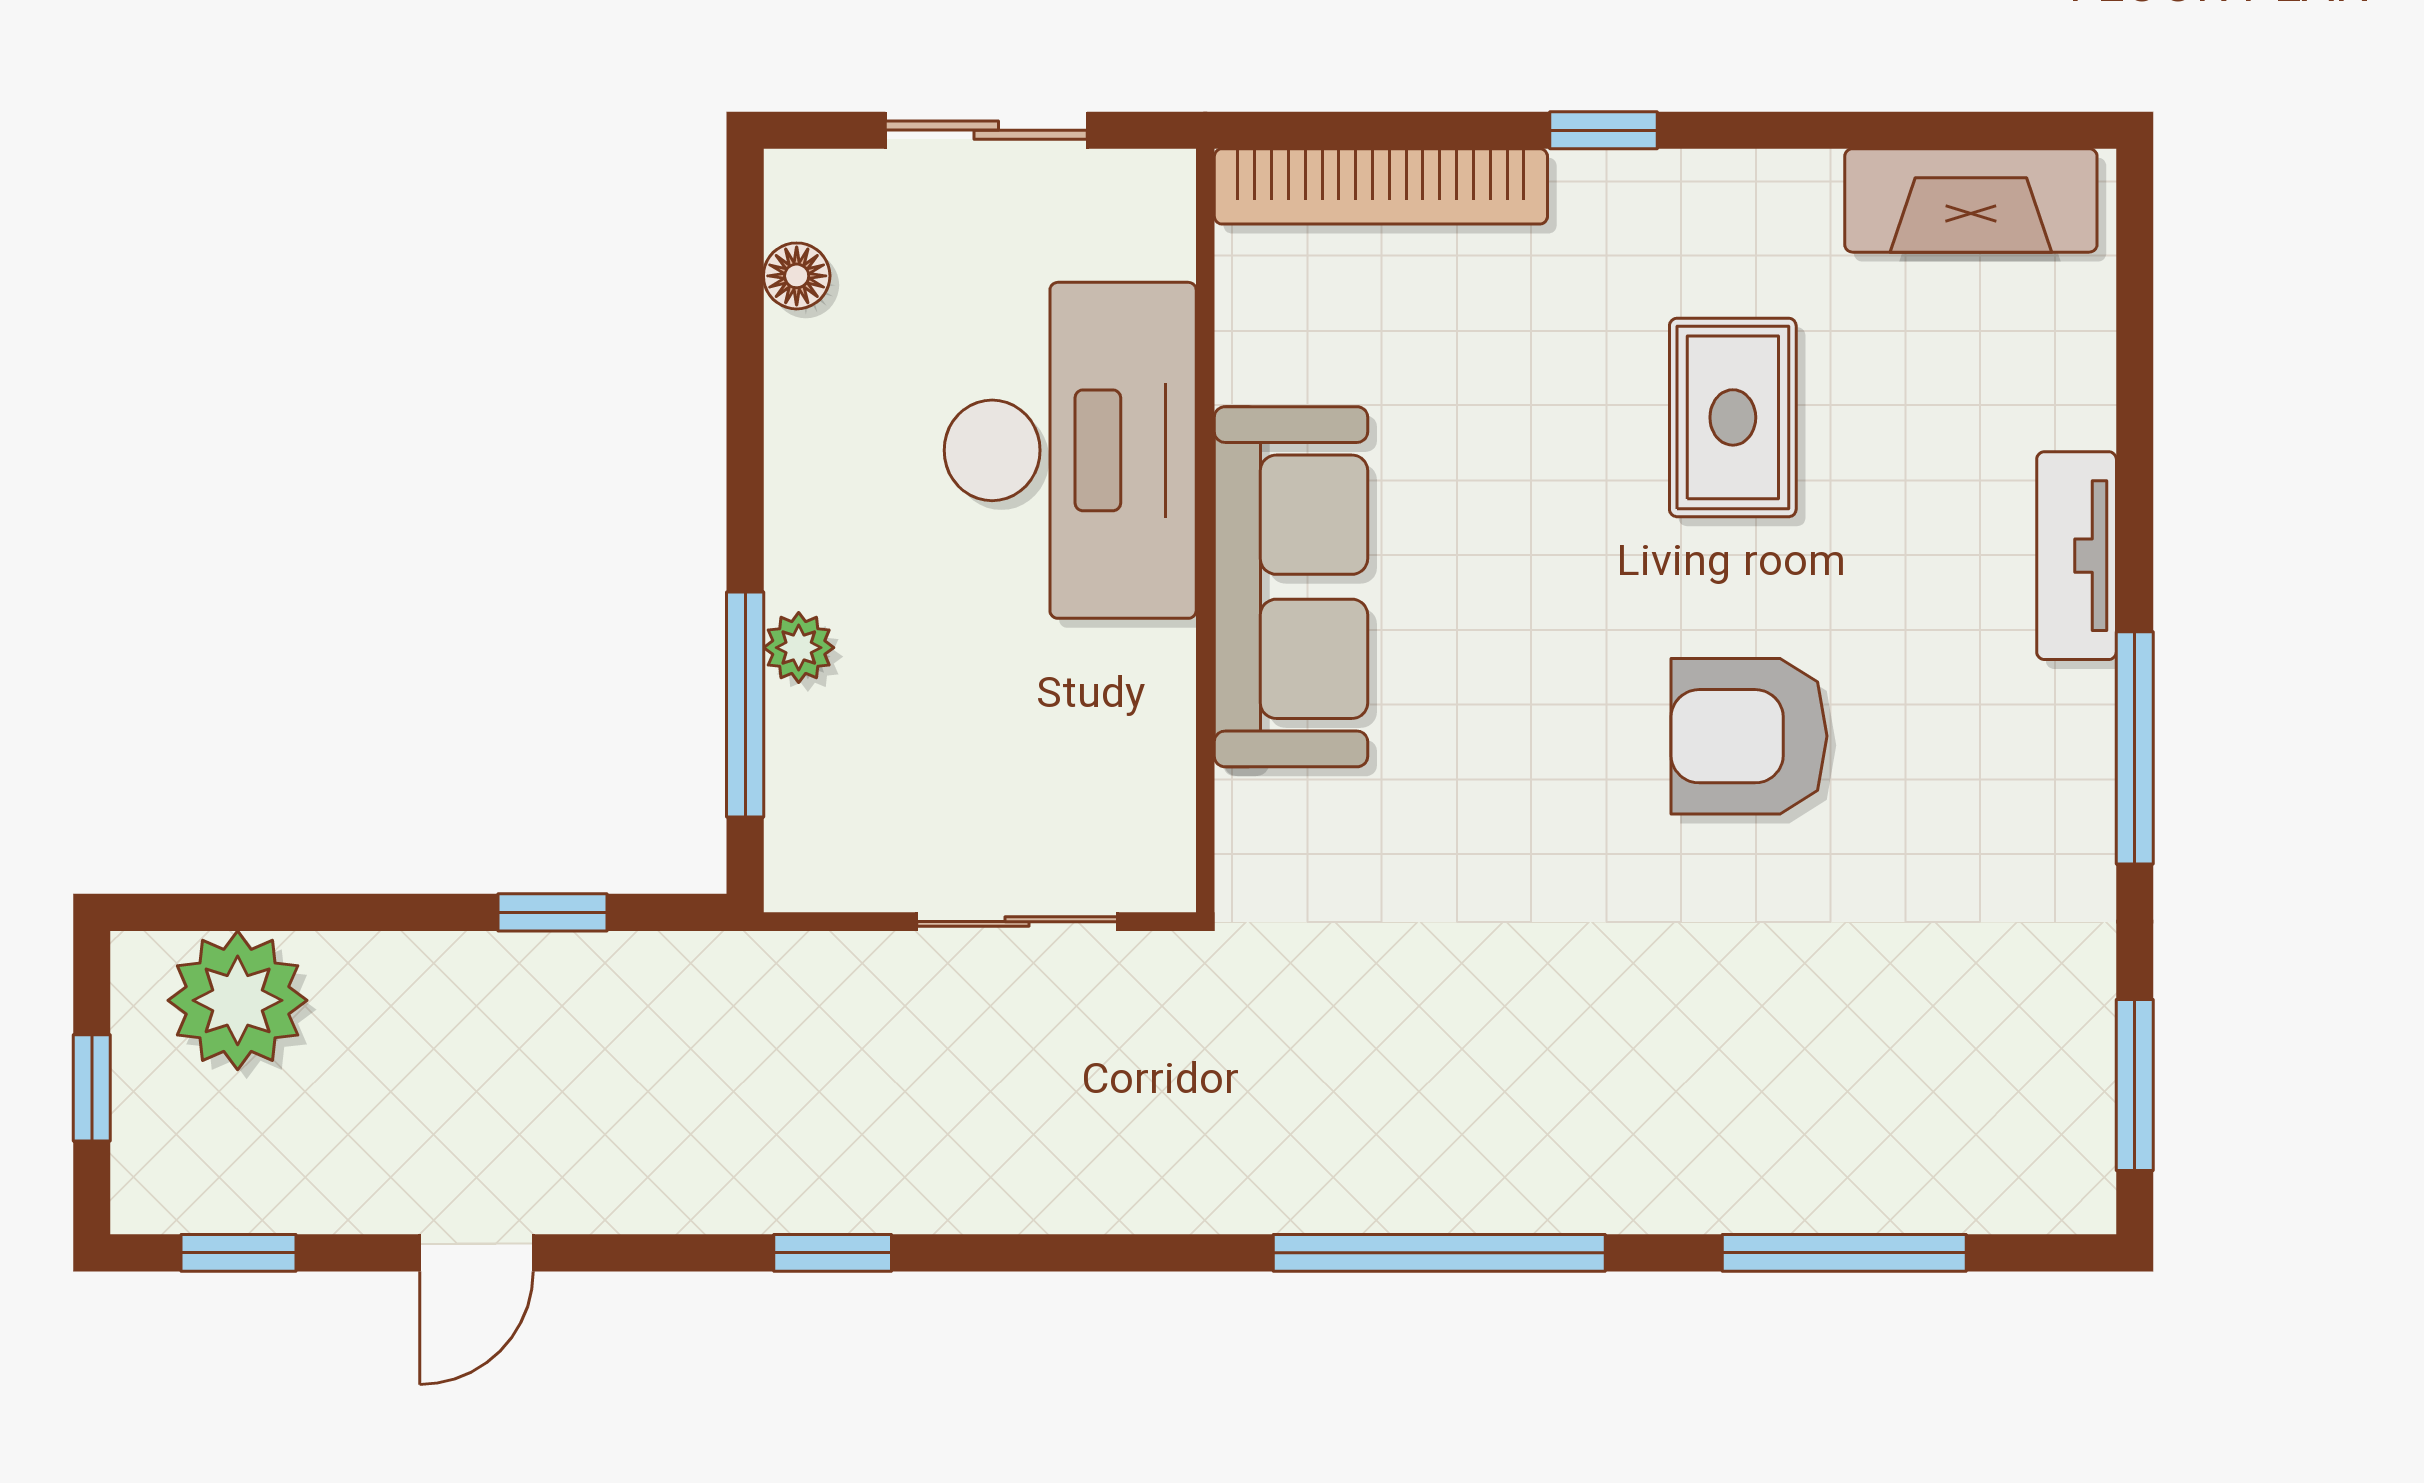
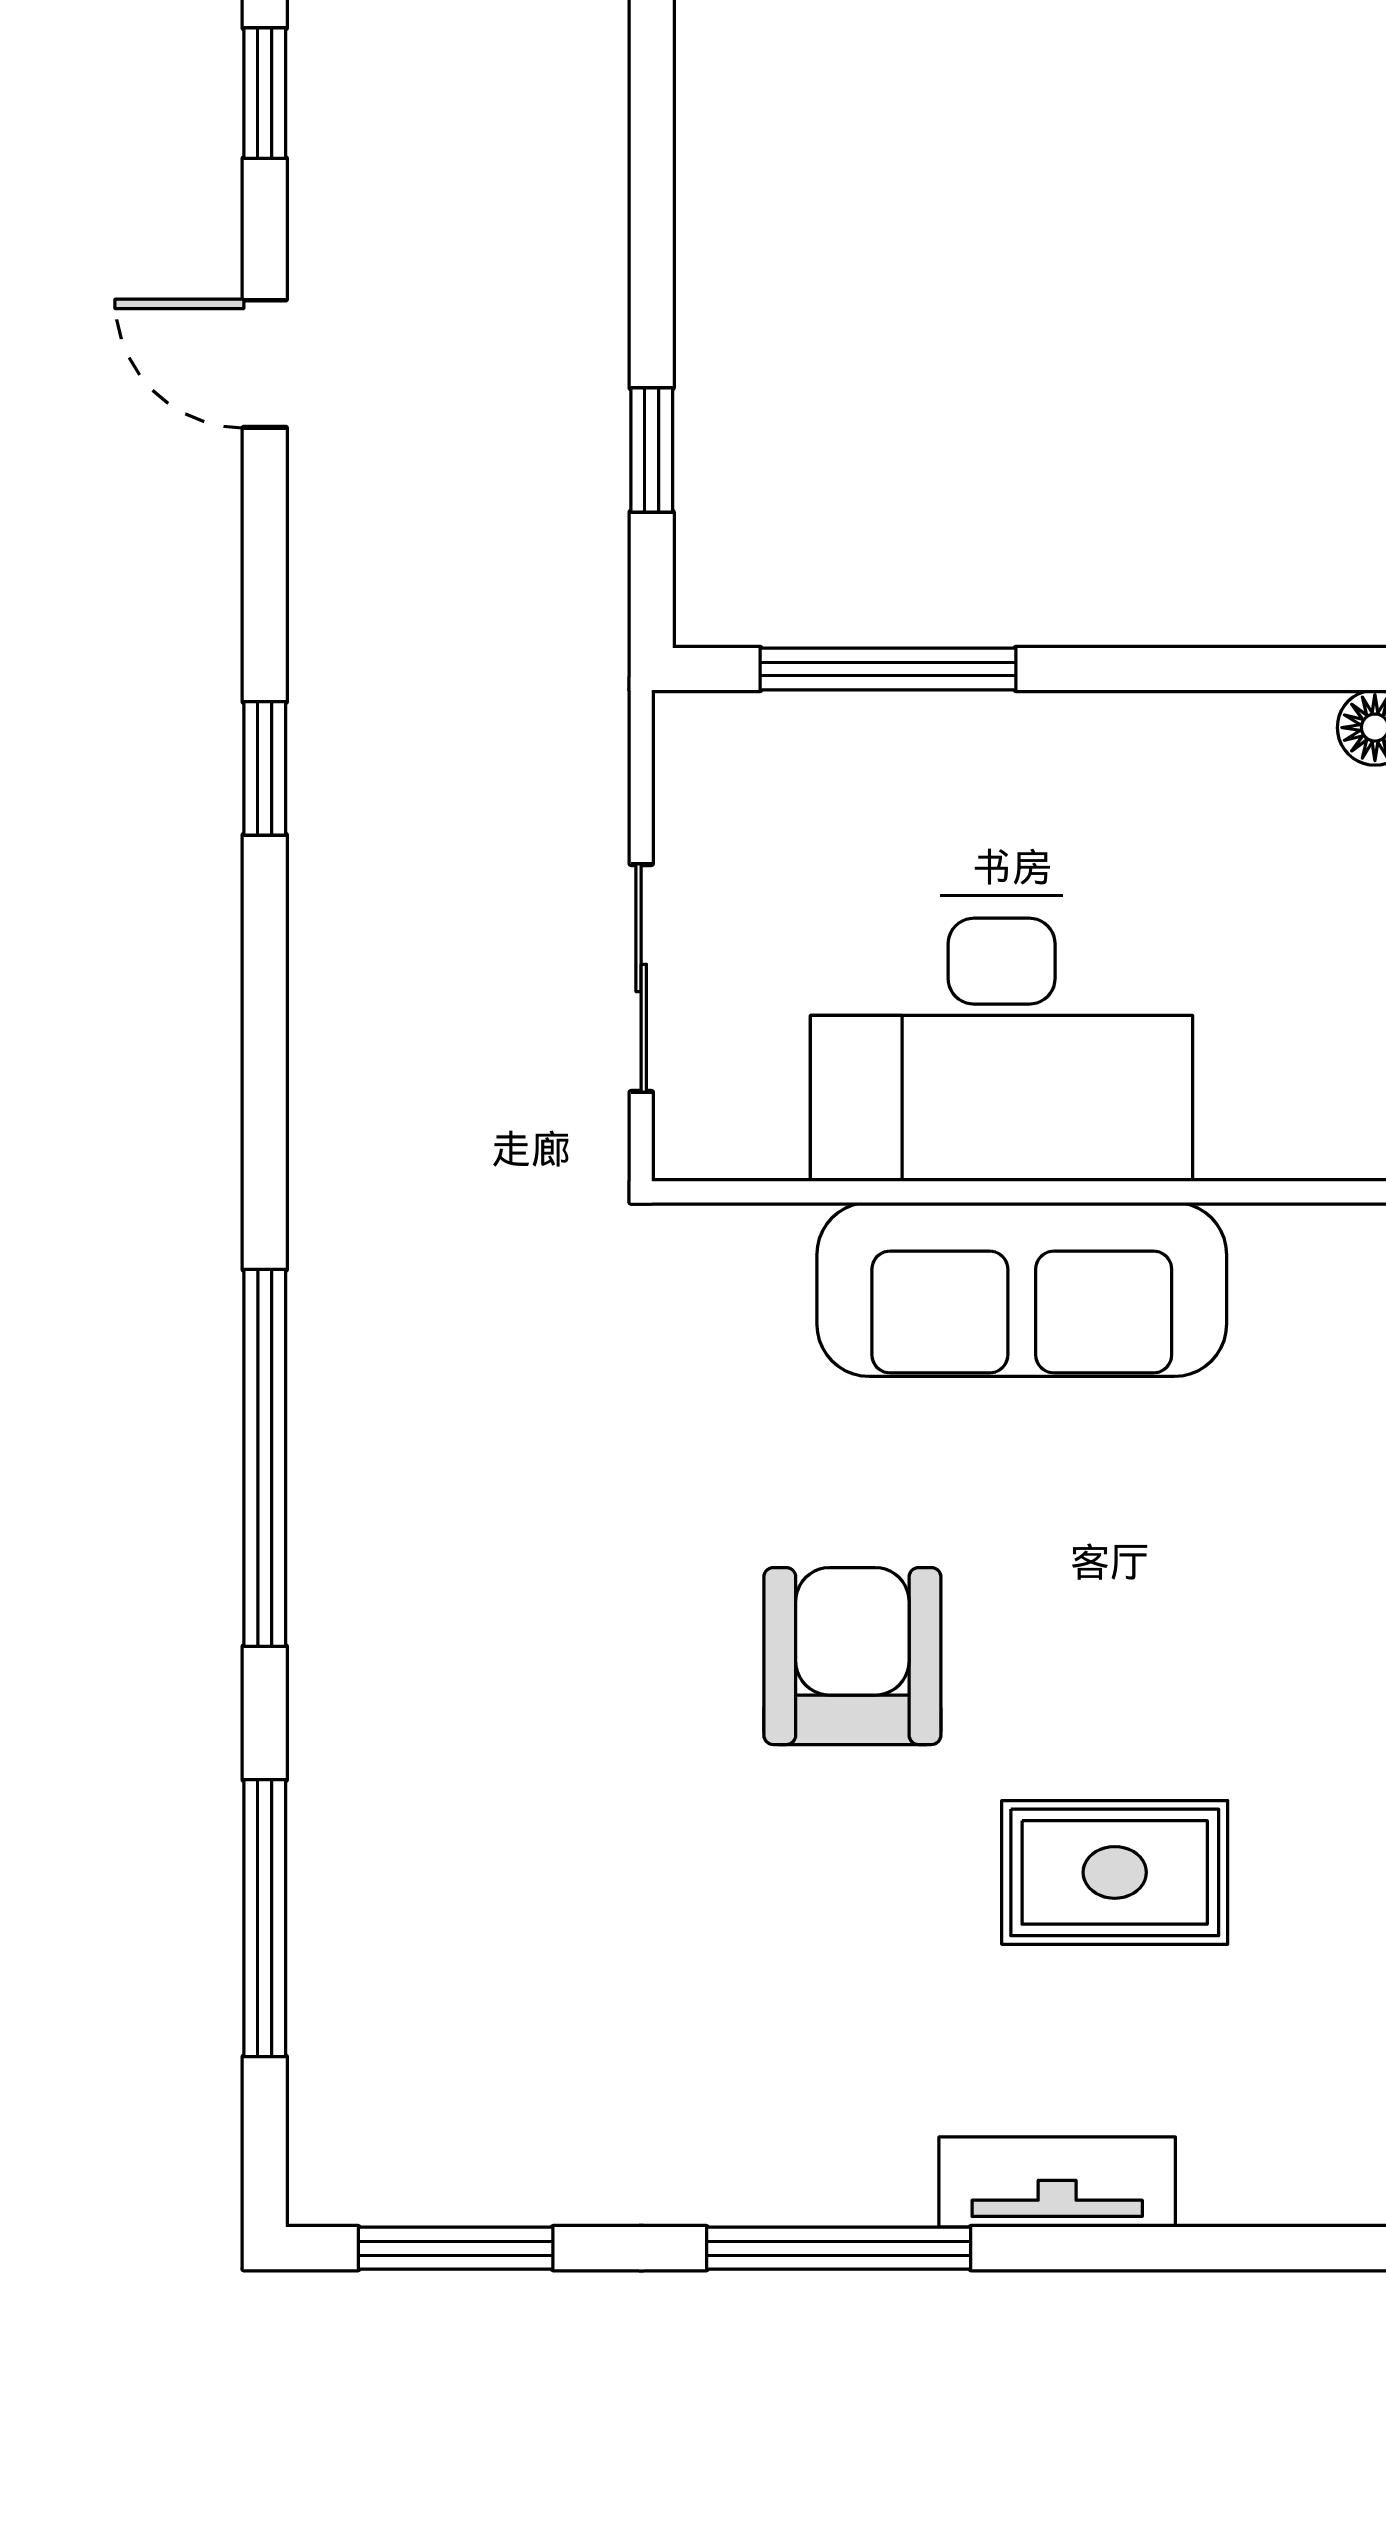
rug: (1733, 417) -> (1115, 1872), moved
desk: (1070, 450) -> (1002, 1038), moved
plant: (799, 648) -> (953, 730), removed
armchair: (1749, 736) -> (852, 1656), moved
plant: (238, 1000) -> (552, 92), removed

